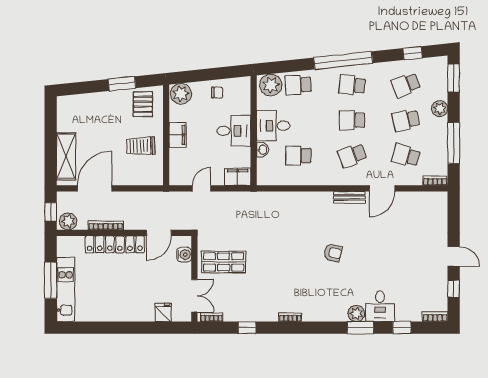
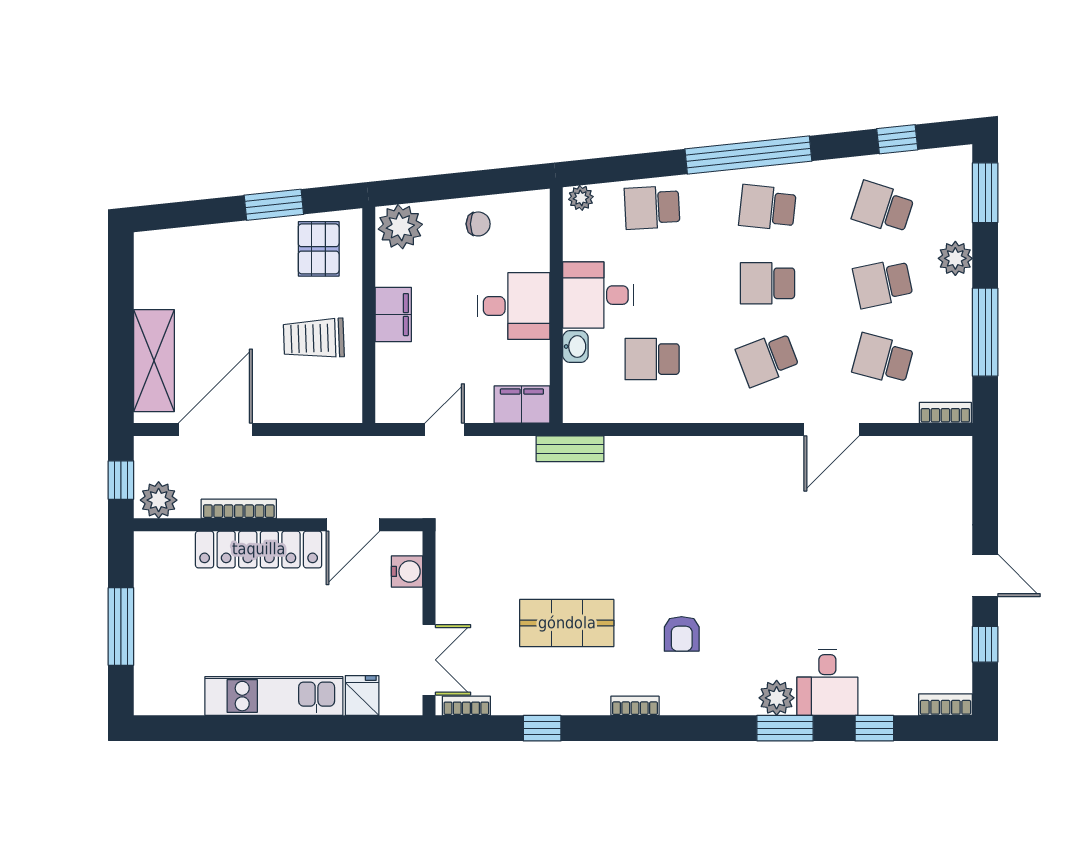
plant: (271, 85) -> (581, 198), width x0.53, depth x0.53
school desk: (406, 85) -> (883, 208), turned 39
bench: (349, 197) -> (570, 449), moved
armchair: (333, 253) -> (682, 634), moved, turned 77
shop shelf: (224, 262) -> (567, 623), moved
kitchen unit: (66, 290) -> (274, 696), moved, turned -90

